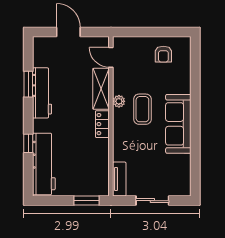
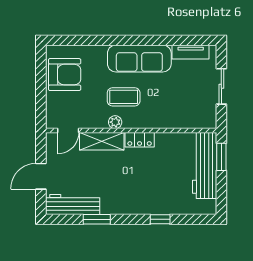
armchair: (163, 54) -> (65, 75), width x1.88, depth x1.88
workbench: (42, 93) -> (73, 204), moved
workbench: (44, 164) -> (205, 166), moved, turned -90
tv unit: (119, 179) -> (191, 52), moved, turned 180

